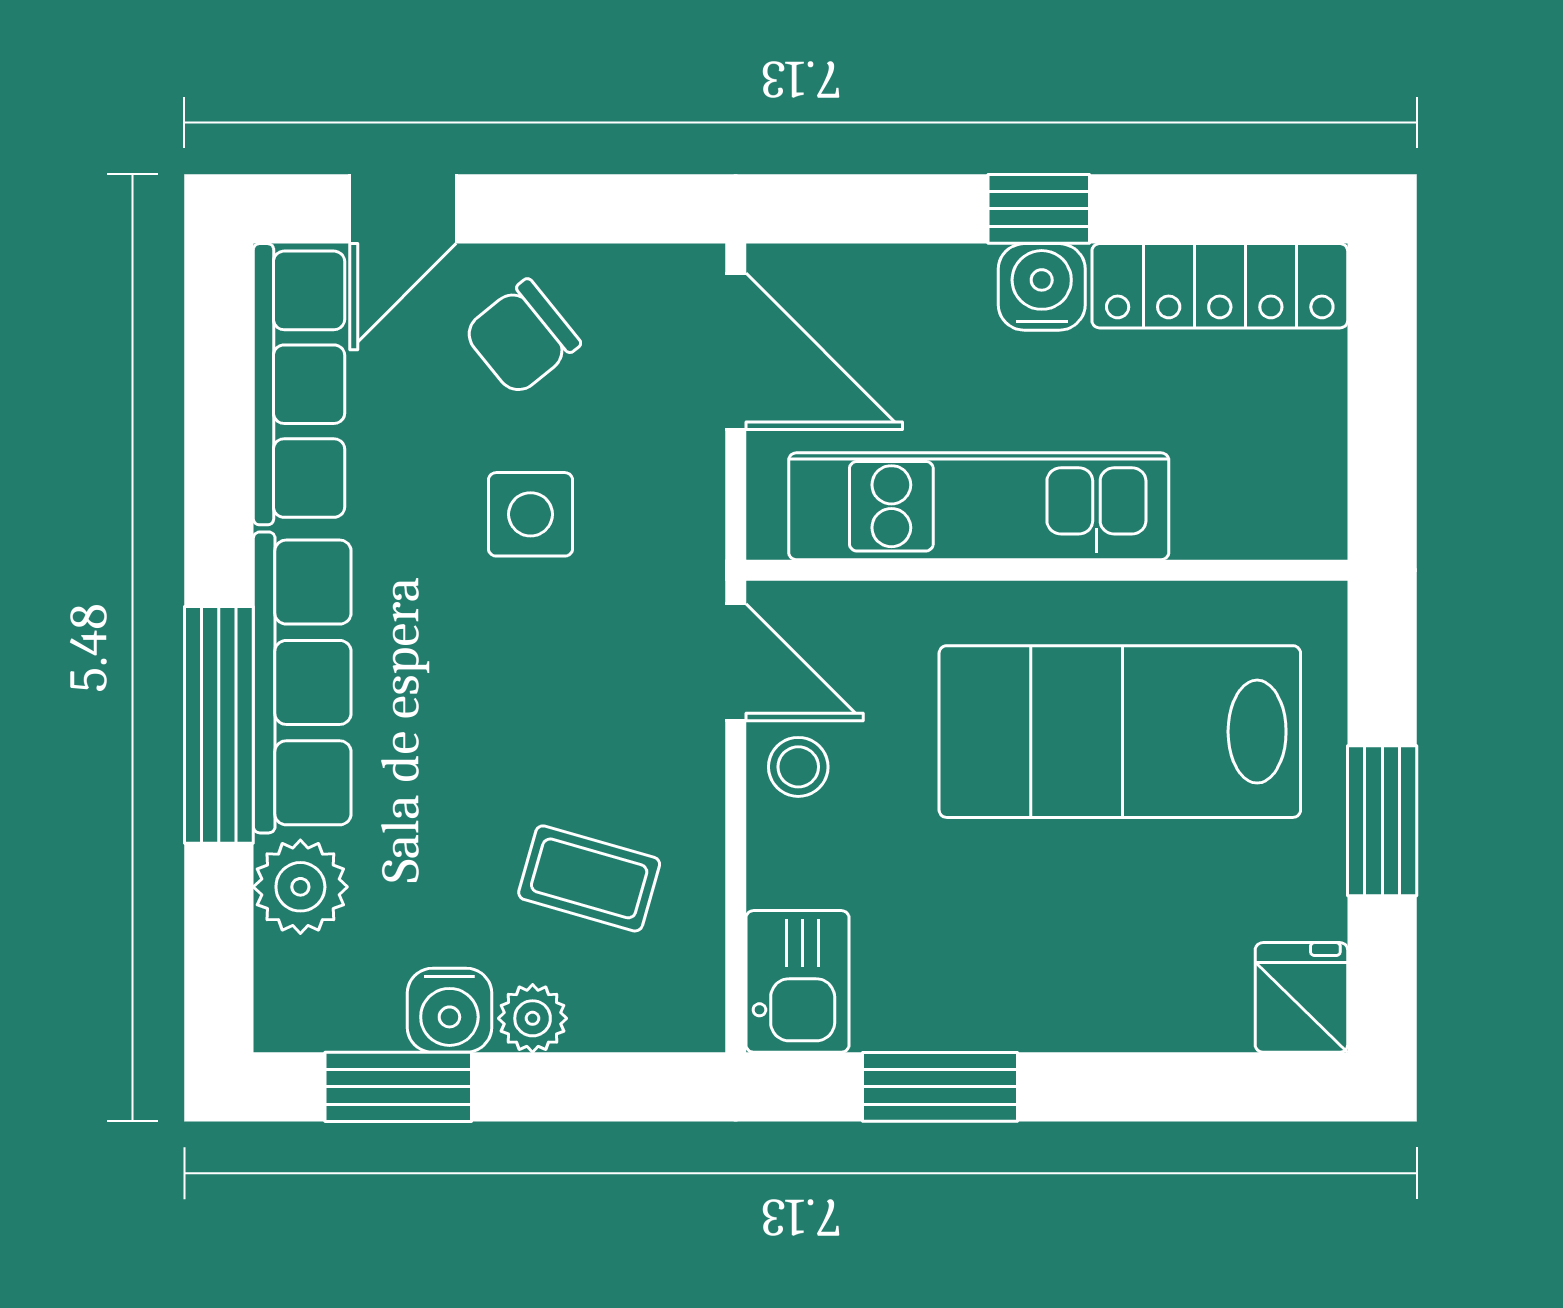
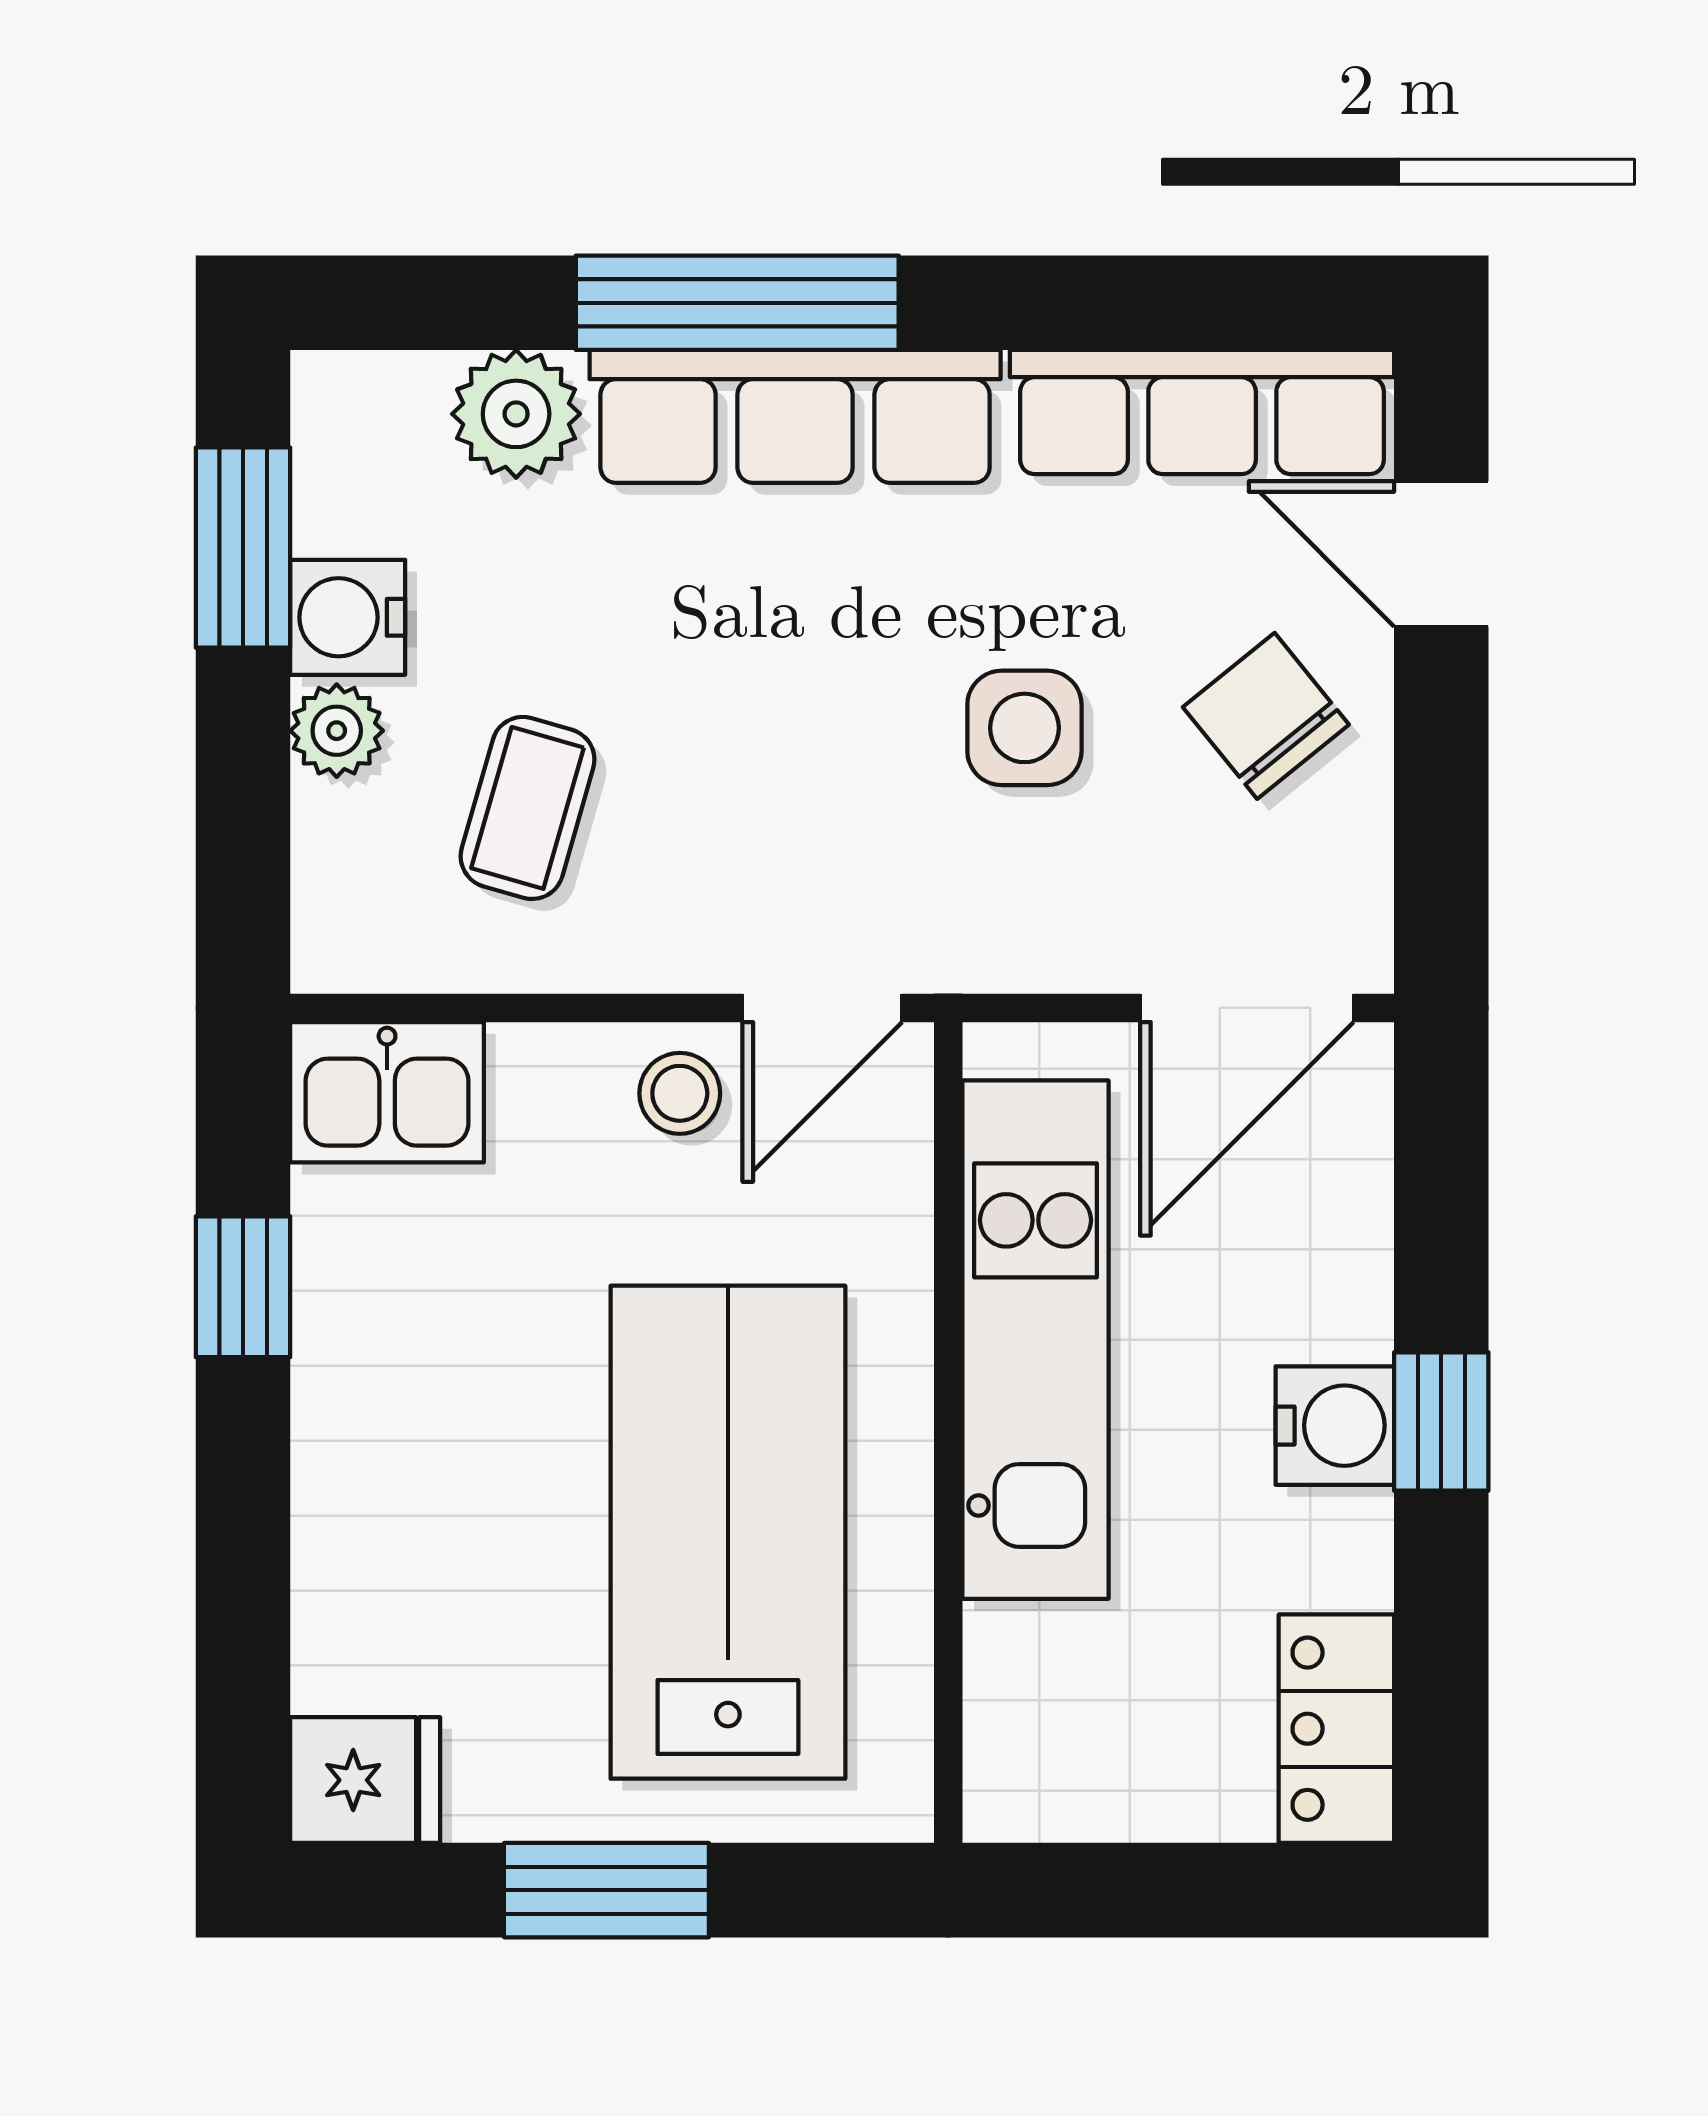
locker: (1220, 286) -> (1336, 1729), width x0.66
window: (940, 1087) -> (243, 1287), width x0.67

